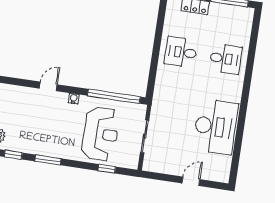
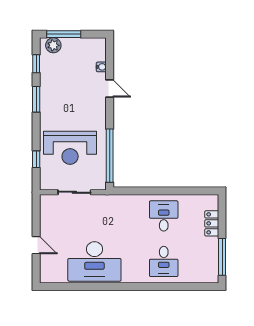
water cooler: (74, 99) -> (101, 67), moved

